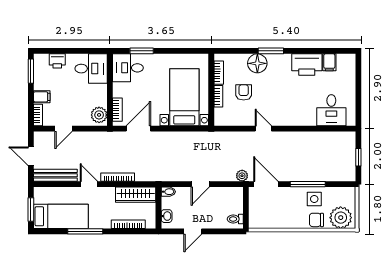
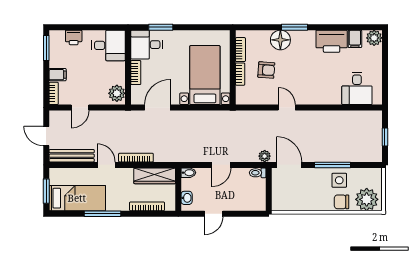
plant: (348, 61) -> (374, 38), added
armchair: (244, 92) -> (266, 70), turned 94
bookcase: (117, 110) -> (136, 73), moved
toilet: (235, 219) -> (258, 173), moved

